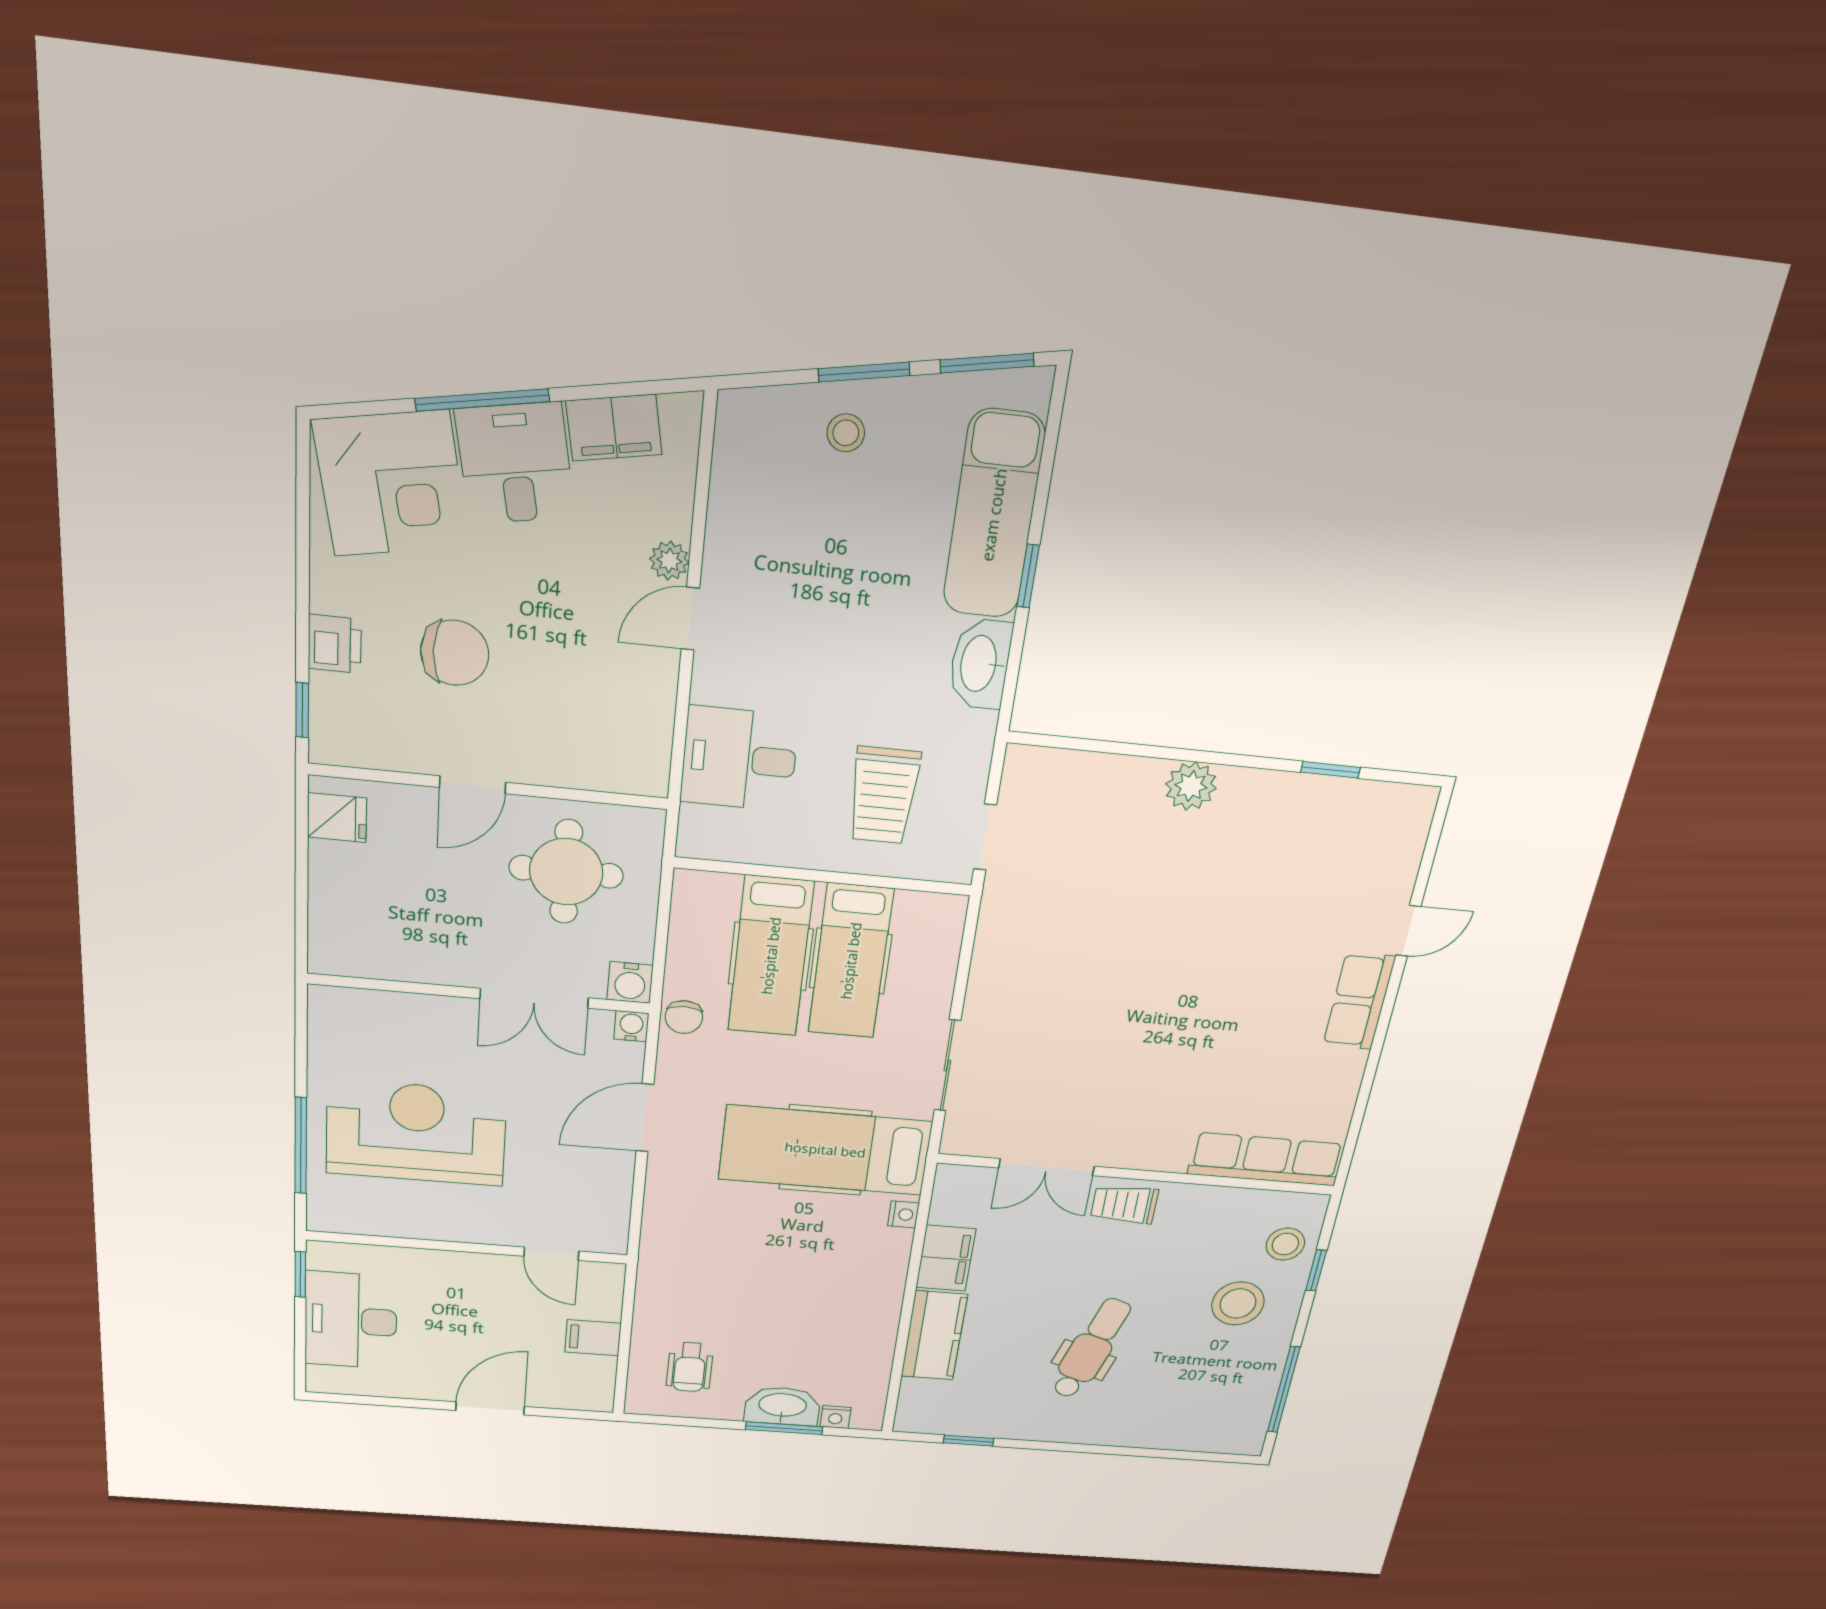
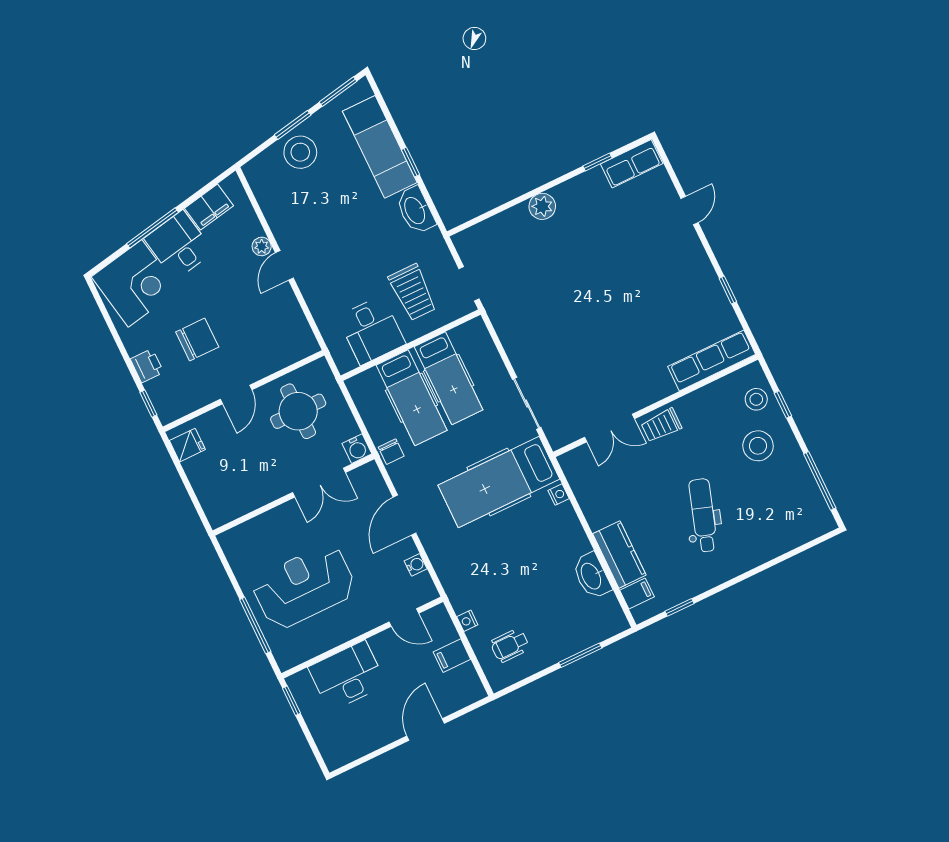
stool: (846, 433) -> (300, 152), width x1.89, depth x1.89
desk: (739, 759) -> (371, 330), moved, turned -90
row of seats: (1359, 1001) -> (632, 164), moved, turned -90
water cooler: (631, 1026) -> (416, 565), moved, turned 90
window: (1369, 1077) -> (728, 290), added
filing cabinet: (946, 1258) -> (637, 593), moved, width x0.50
desk: (351, 1320) -> (347, 676), moved, turned 90
wheelchair: (690, 1367) -> (510, 645), turned 90
washbasin: (782, 1406) -> (592, 576), moved, turned -90
nightstand: (835, 1417) -> (467, 621), moved, turned 90

